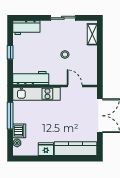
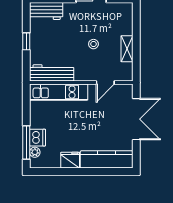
shelving: (92, 34) -> (127, 49), moved
door: (75, 86) -> (105, 83), swing flipped
window: (10, 116) -> (26, 143), moved

